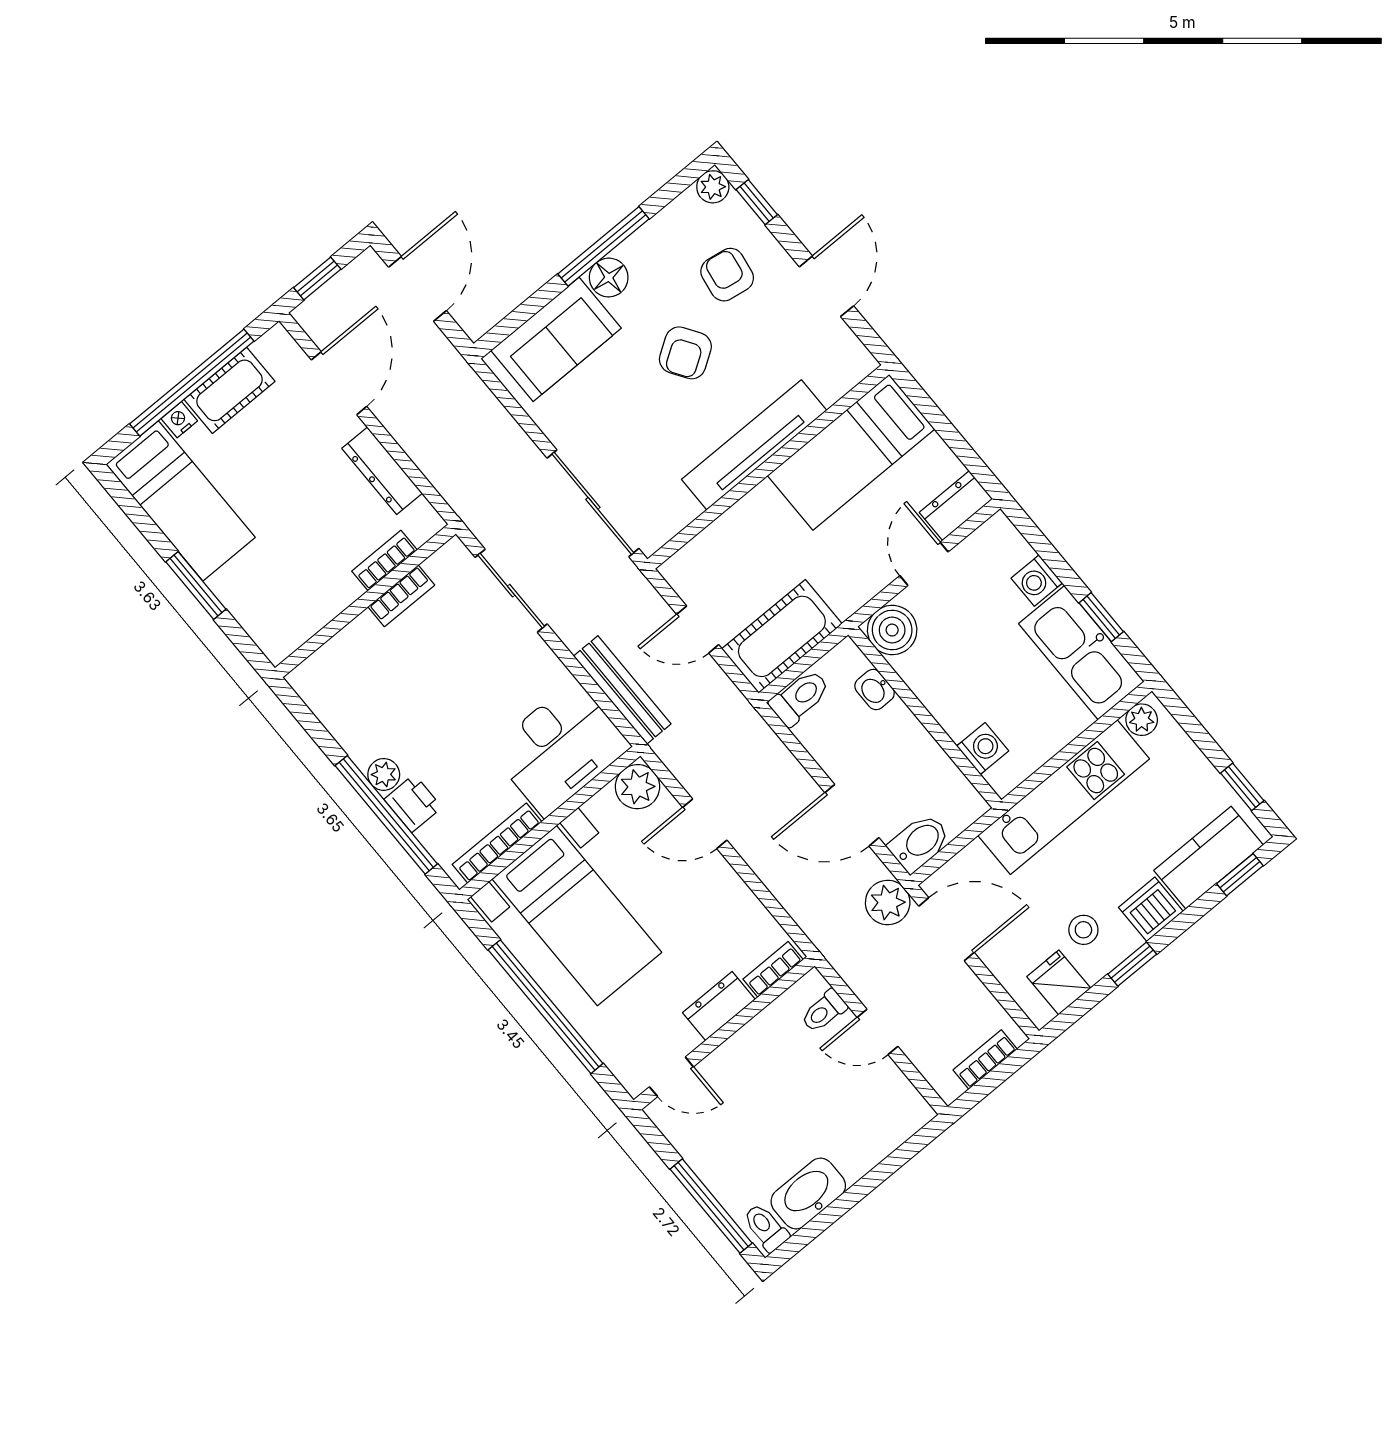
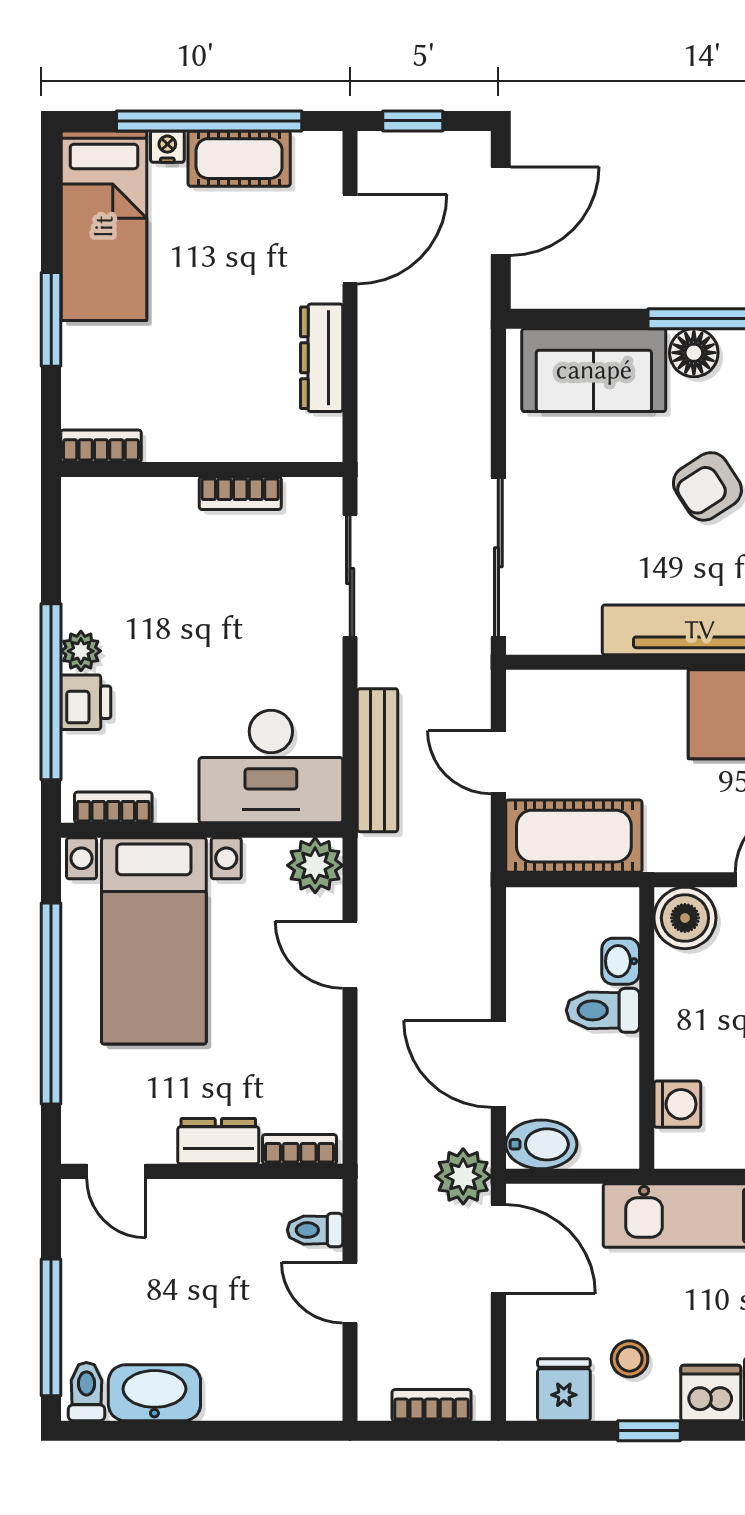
bookcase: (384, 561) -> (101, 446), moved
toilet: (800, 698) -> (603, 1010), moved, turned 180
bookcase: (497, 843) -> (113, 807), width x0.64

